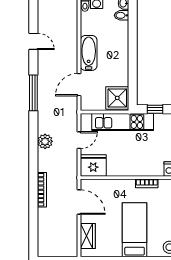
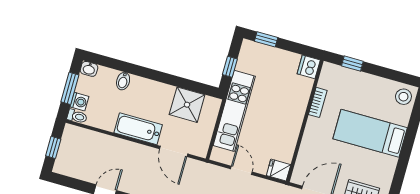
bidet: (122, 15) -> (123, 81), moved
shower: (117, 98) -> (187, 105), moved
fridge: (93, 165) -> (279, 170), width x0.53, depth x0.75

